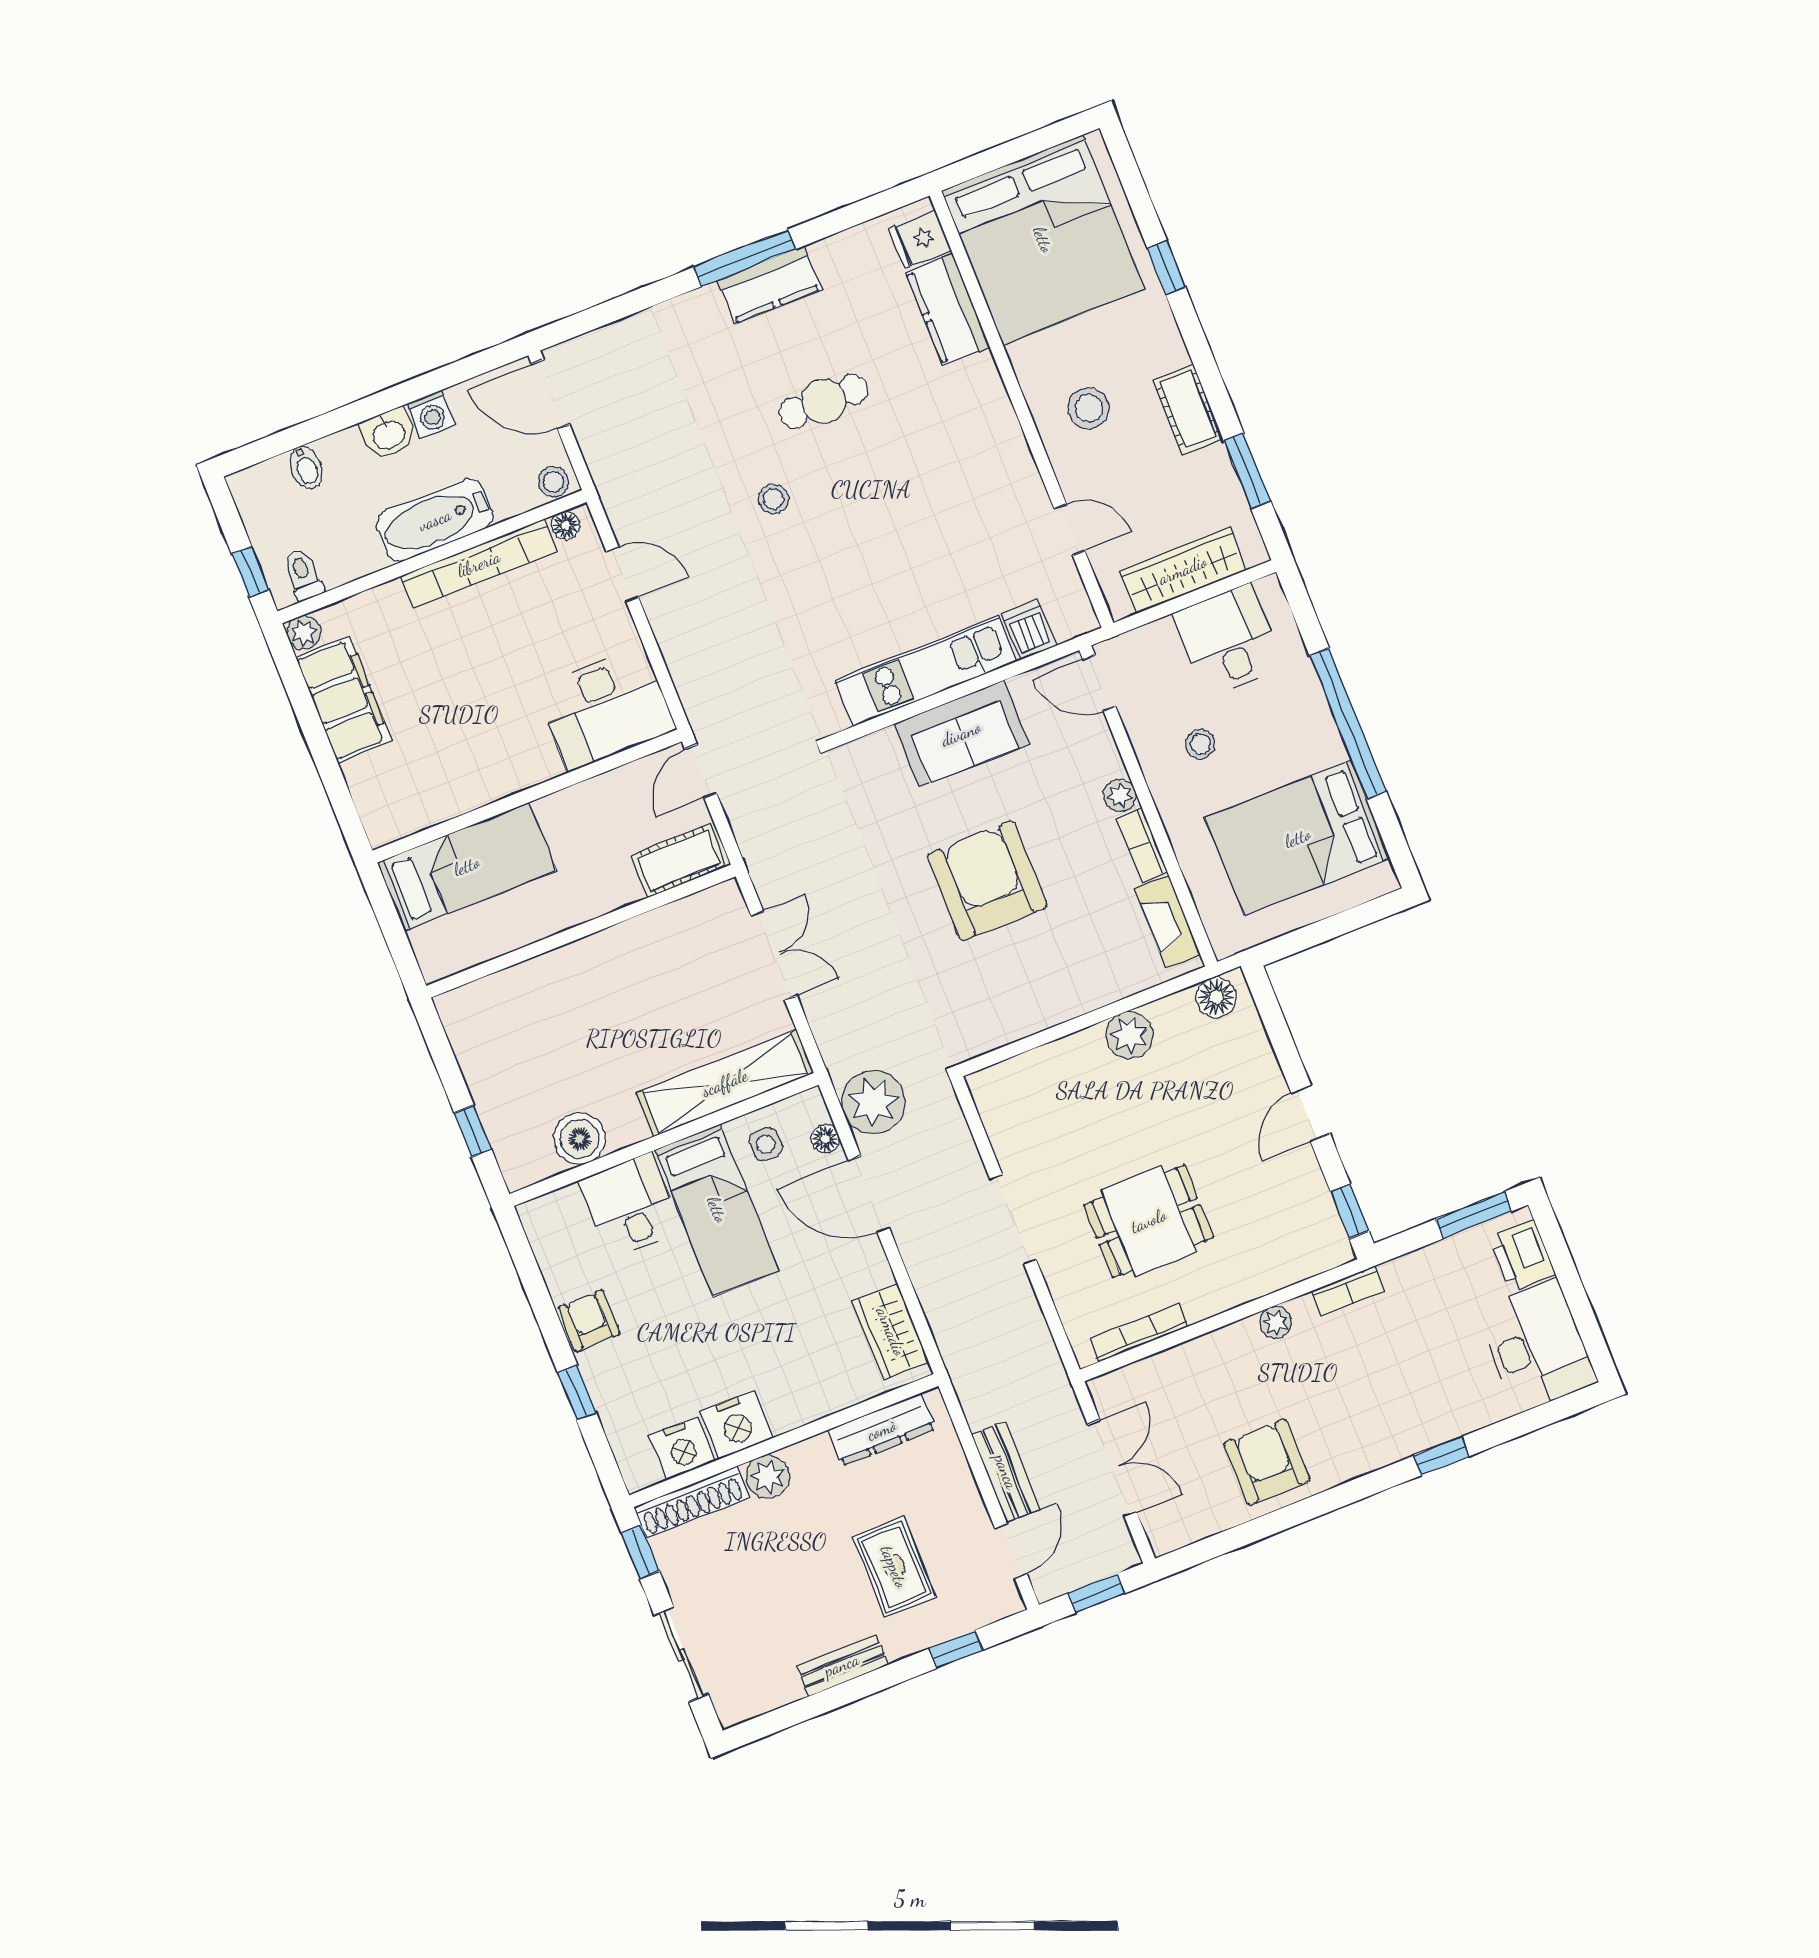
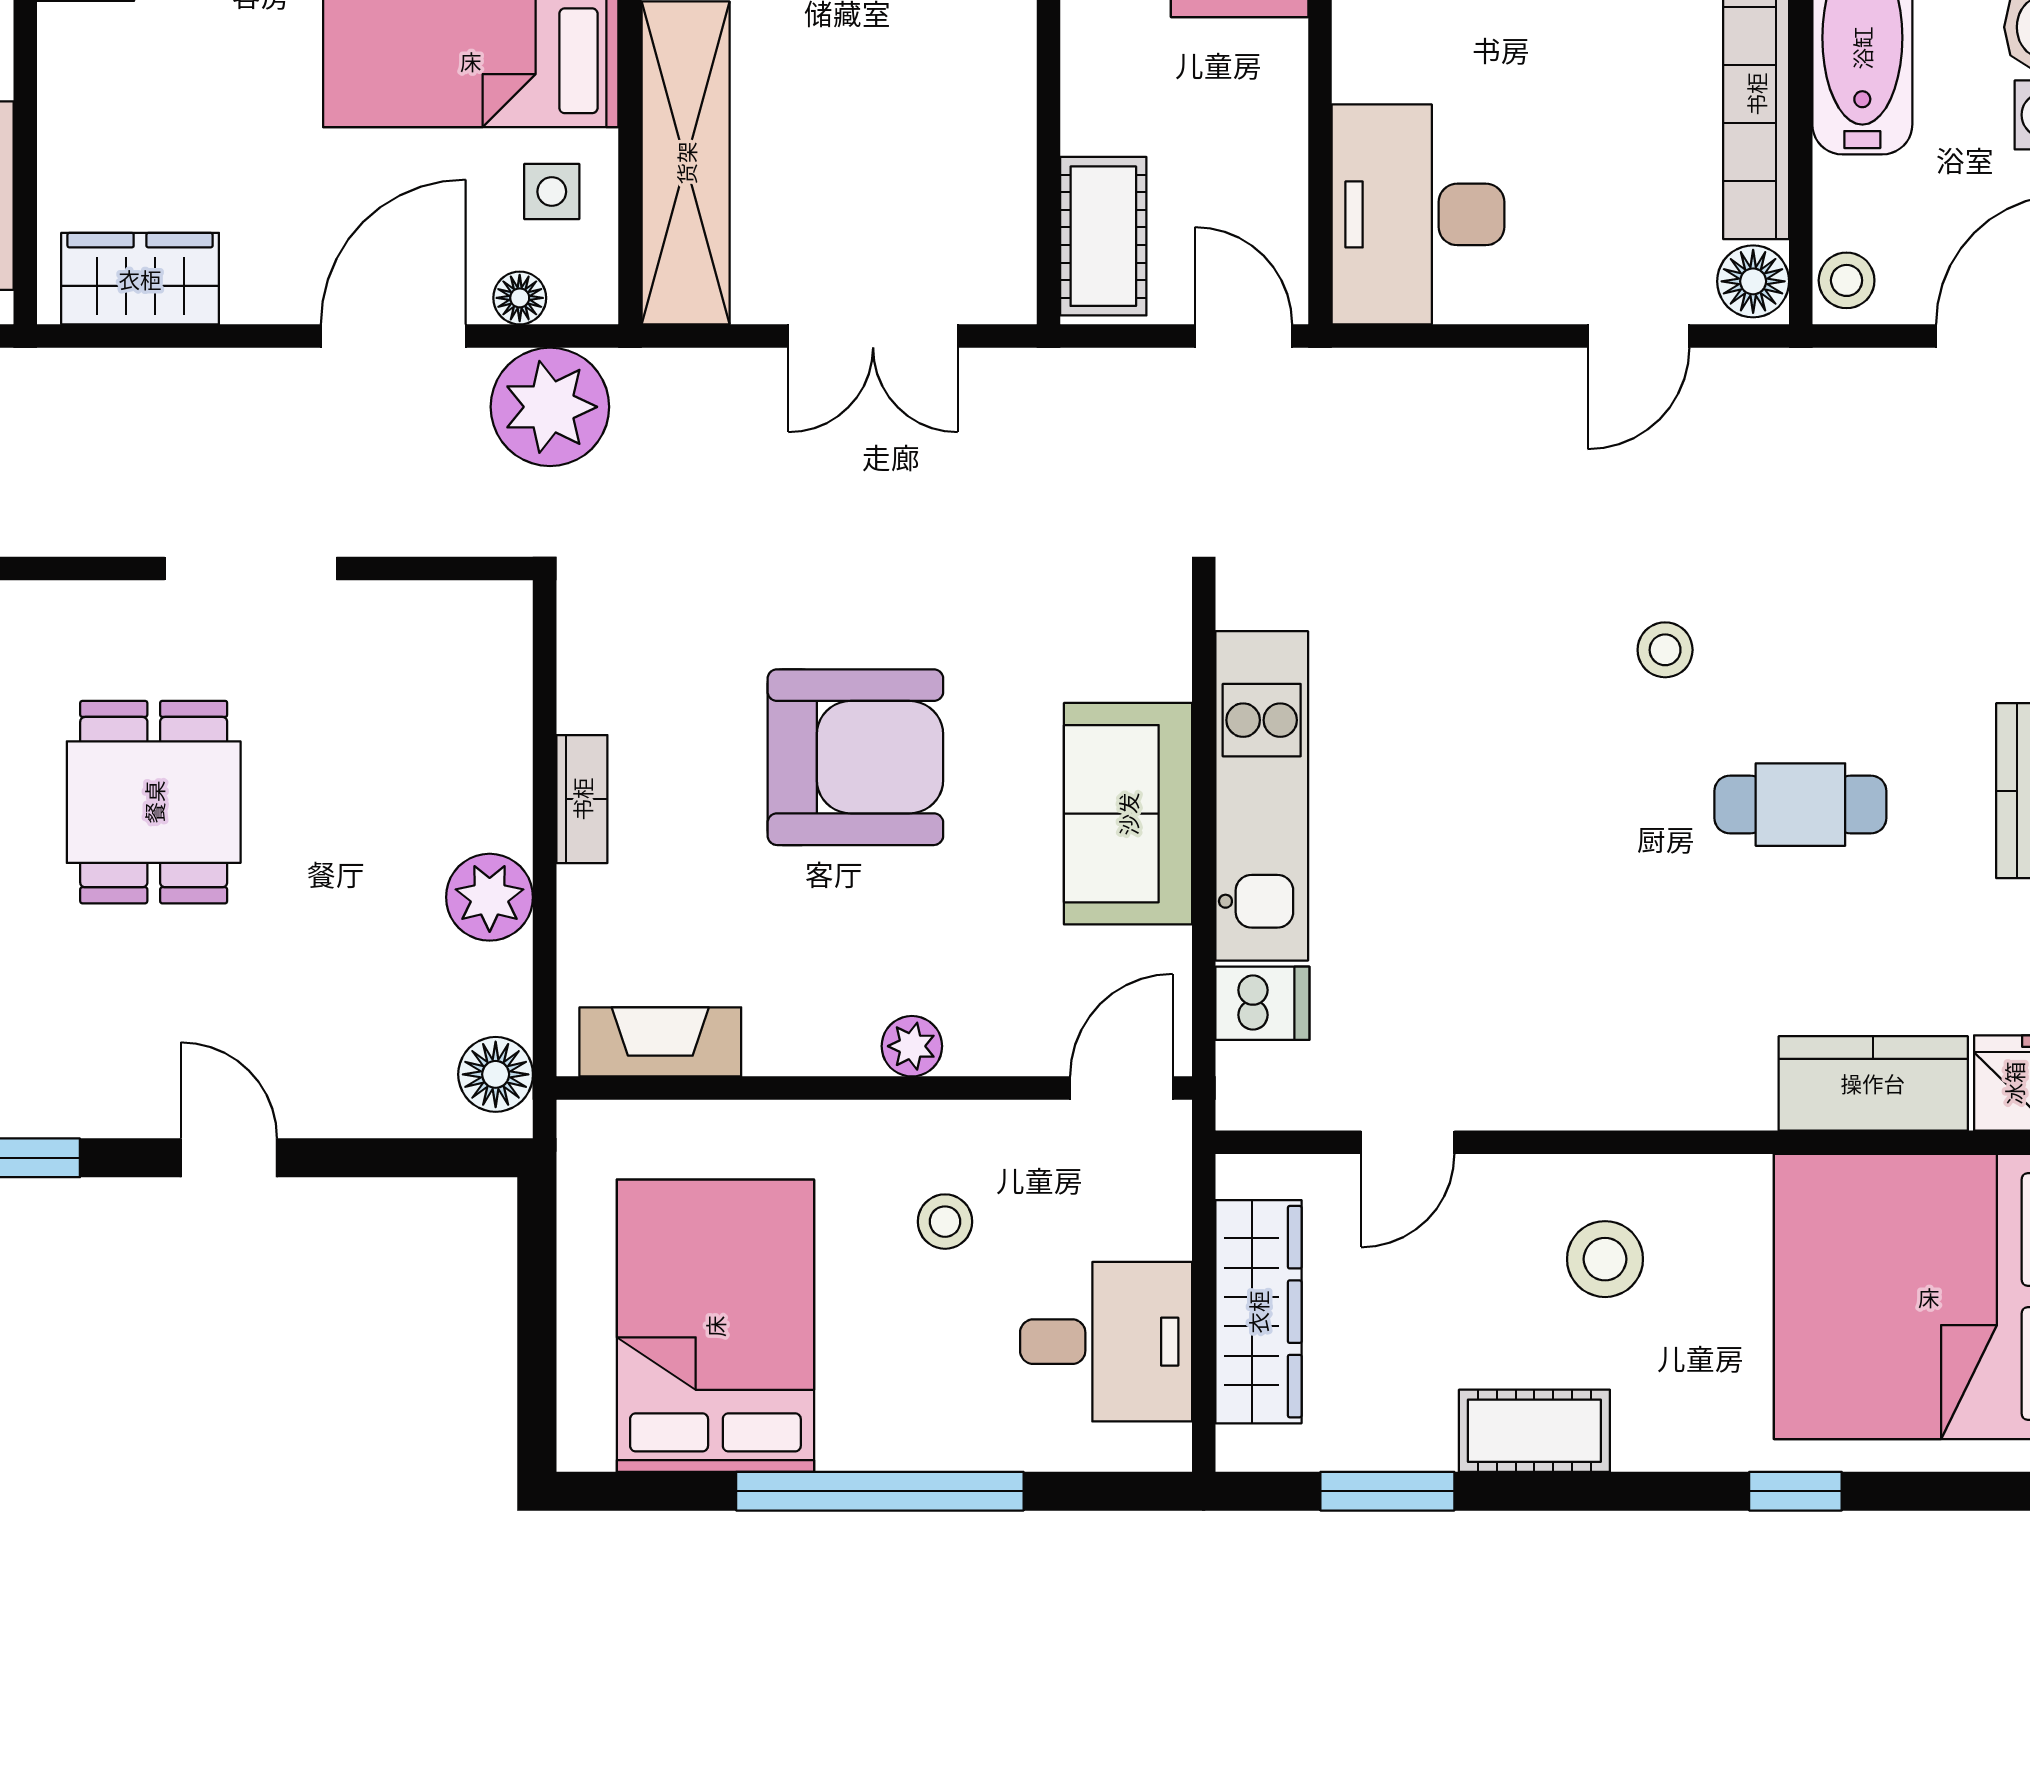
cafe table: (824, 401) -> (1800, 805), turned 90
floor lamp: (566, 525) -> (1753, 281), width x1.37, depth x1.37
bookcase: (1142, 845) -> (582, 799), moved, turned 90

